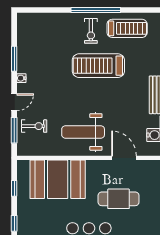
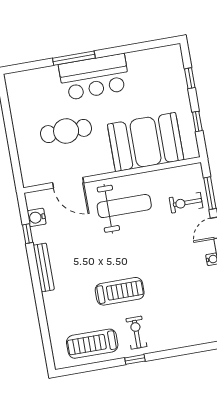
window: (96, 10) -> (135, 359), width x0.32
treadmill: (98, 66) -> (120, 291), width x0.73, depth x0.73

